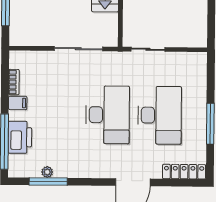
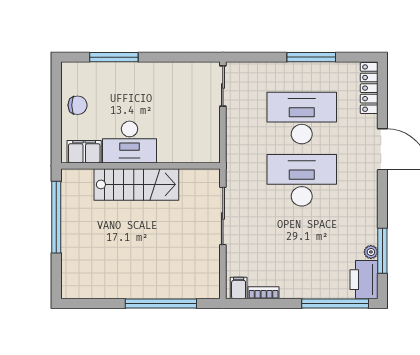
sliding door: (148, 49) -> (223, 86), moved
filing cabinet: (18, 103) -> (239, 288), moved
printer: (20, 137) -> (364, 280), moved, turned -90

